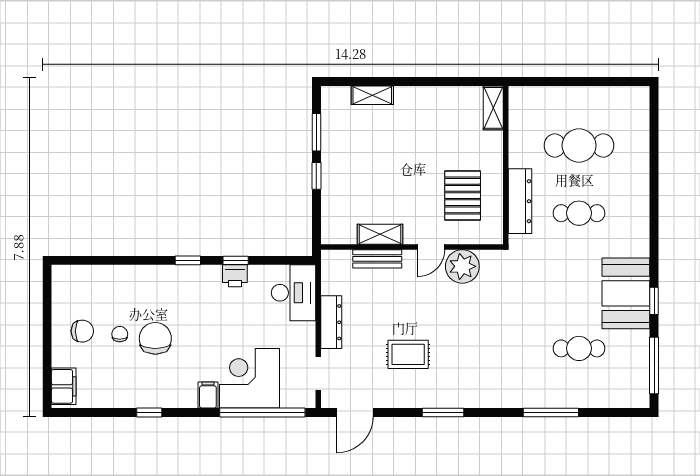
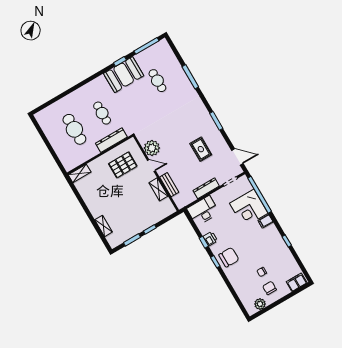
plant: (63, 297) -> (260, 304), added
chair: (155, 338) -> (229, 257), moved, turned 180

